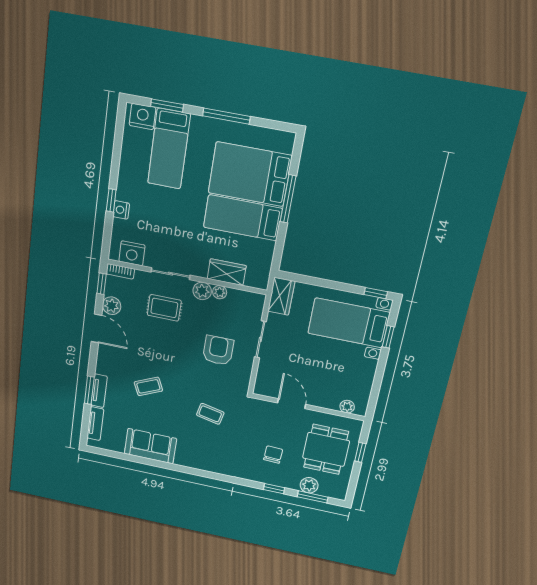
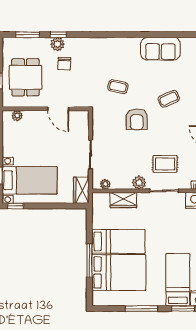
plant: (220, 292) -> (105, 184), moved
armchair: (218, 350) -> (137, 119), moved
plant: (309, 485) -> (57, 44), moved

